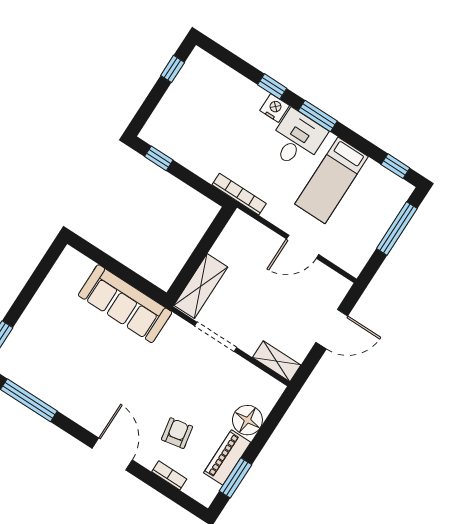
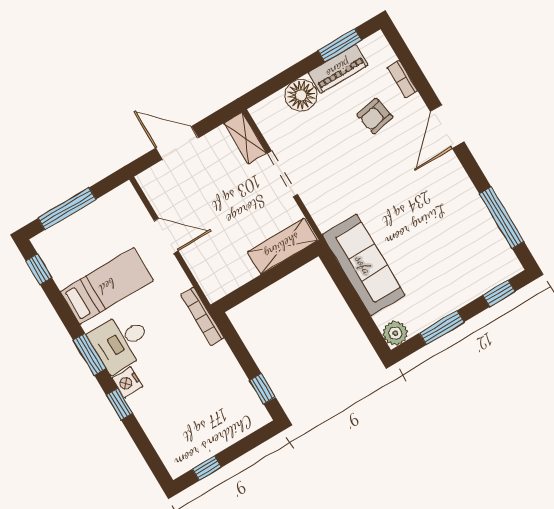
plant: (71, 260) -> (395, 333), added
window: (34, 283) -> (442, 328), added
doorway: (216, 337) -> (282, 174), moved

